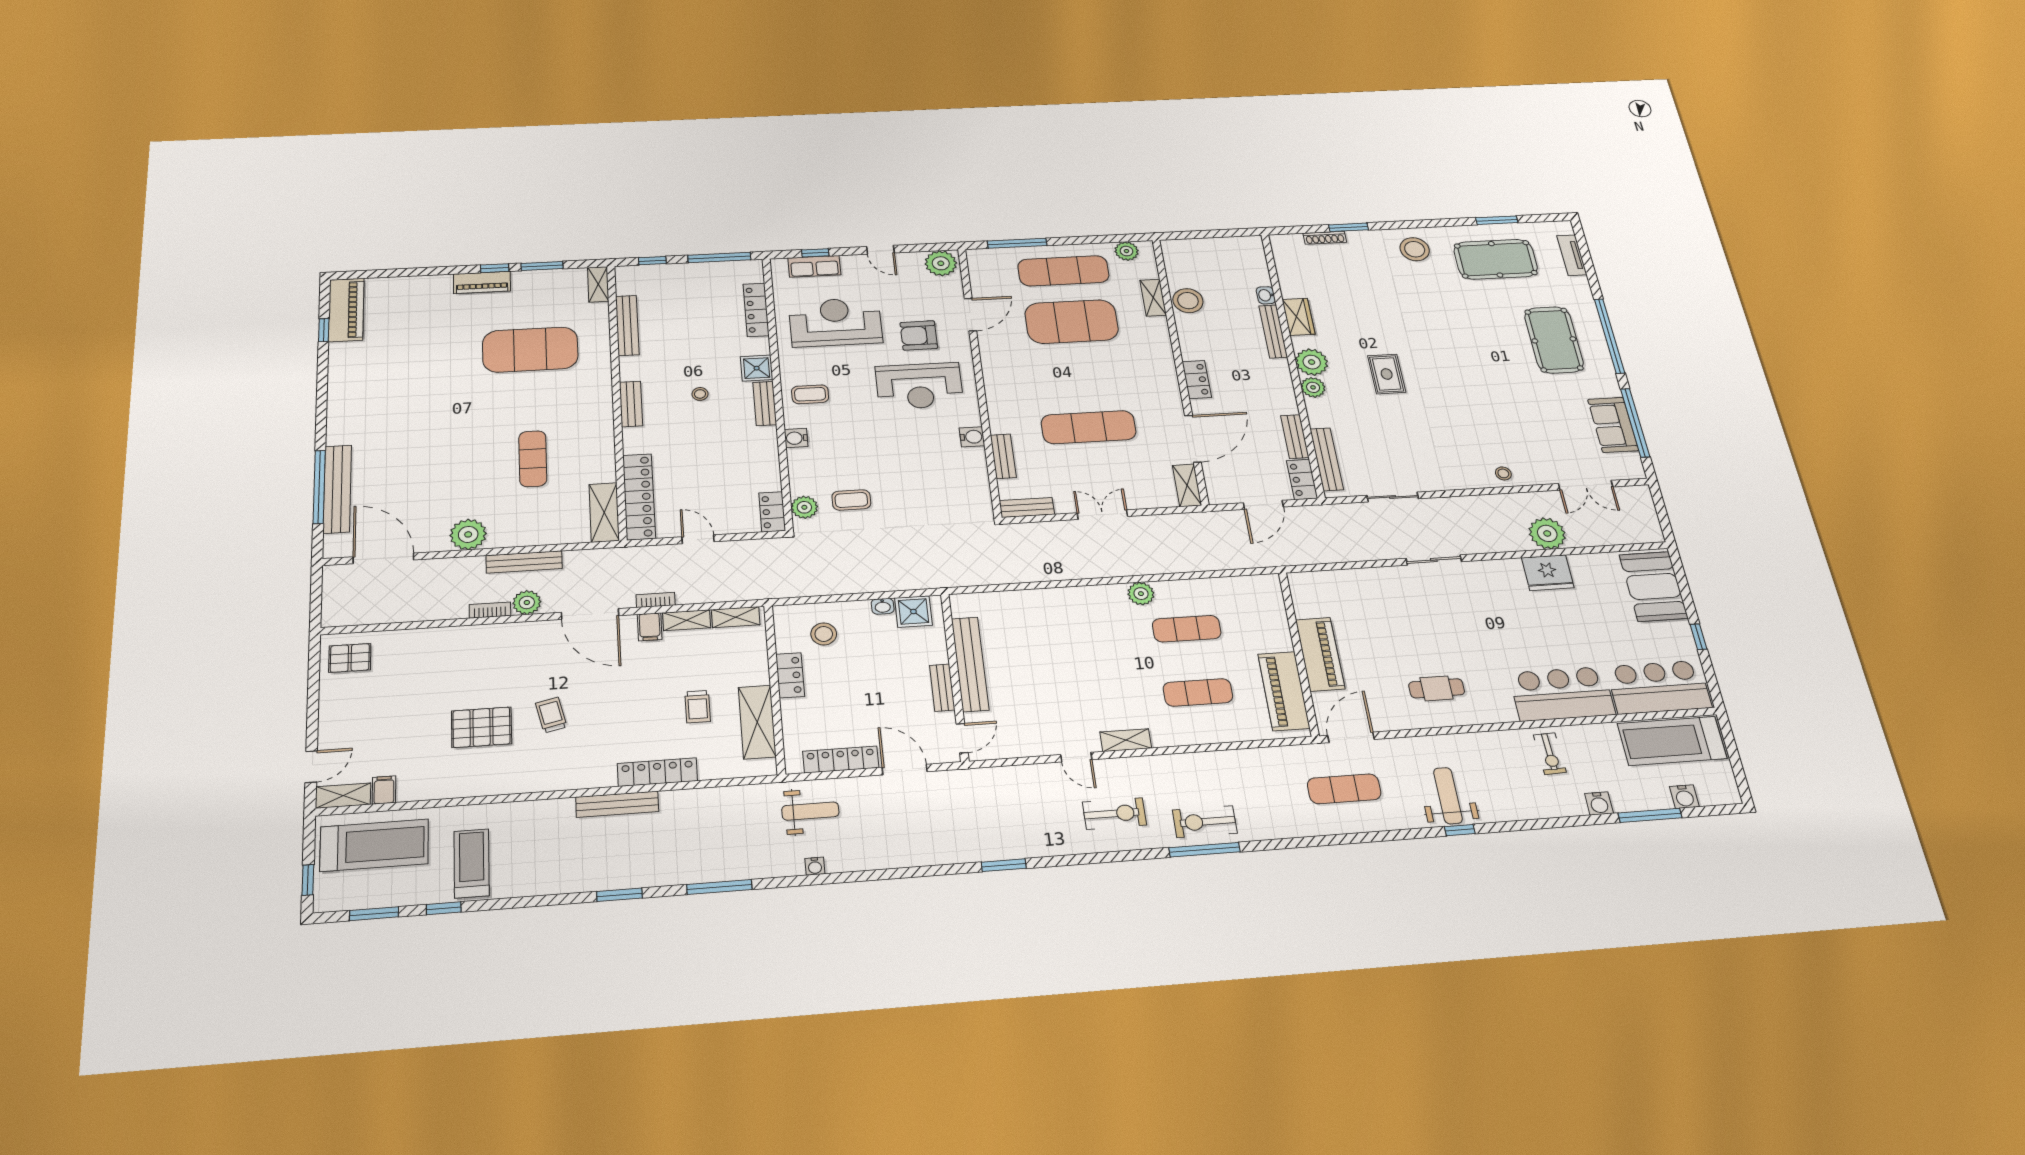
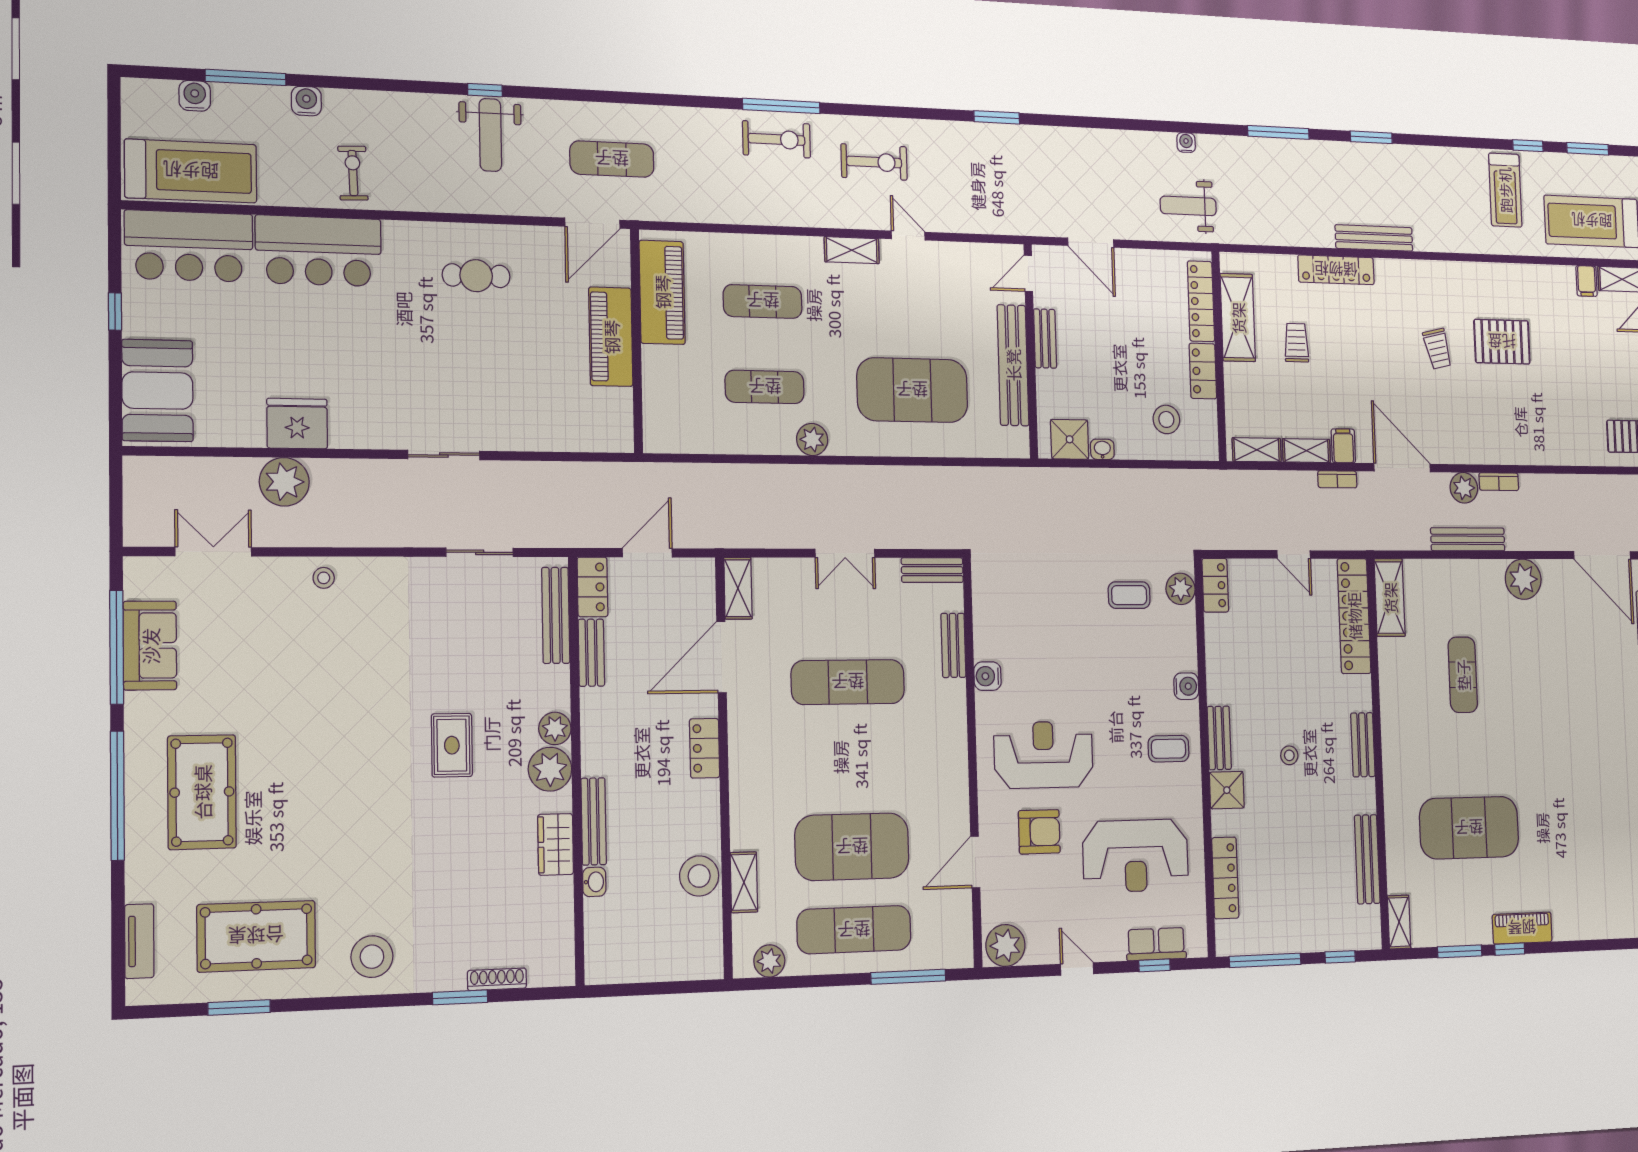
exercise mat: (1059, 637) -> (912, 390), added
locker: (841, 760) -> (1201, 301), moved, turned 90
exercise bike: (1114, 814) -> (874, 162), turned 180

